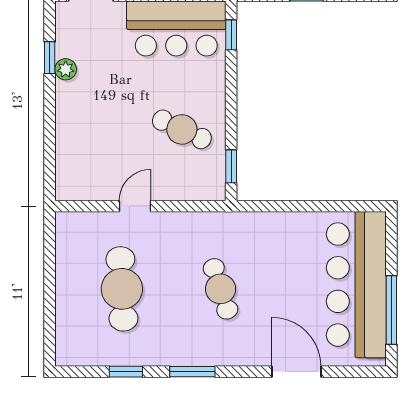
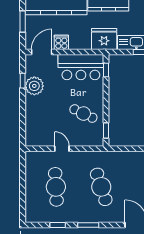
plant: (66, 69) -> (34, 86), width x1.88, depth x1.88
door: (135, 206) -> (62, 149), hinge flipped
cafe table: (221, 289) -> (101, 187), width x1.37, depth x1.35

